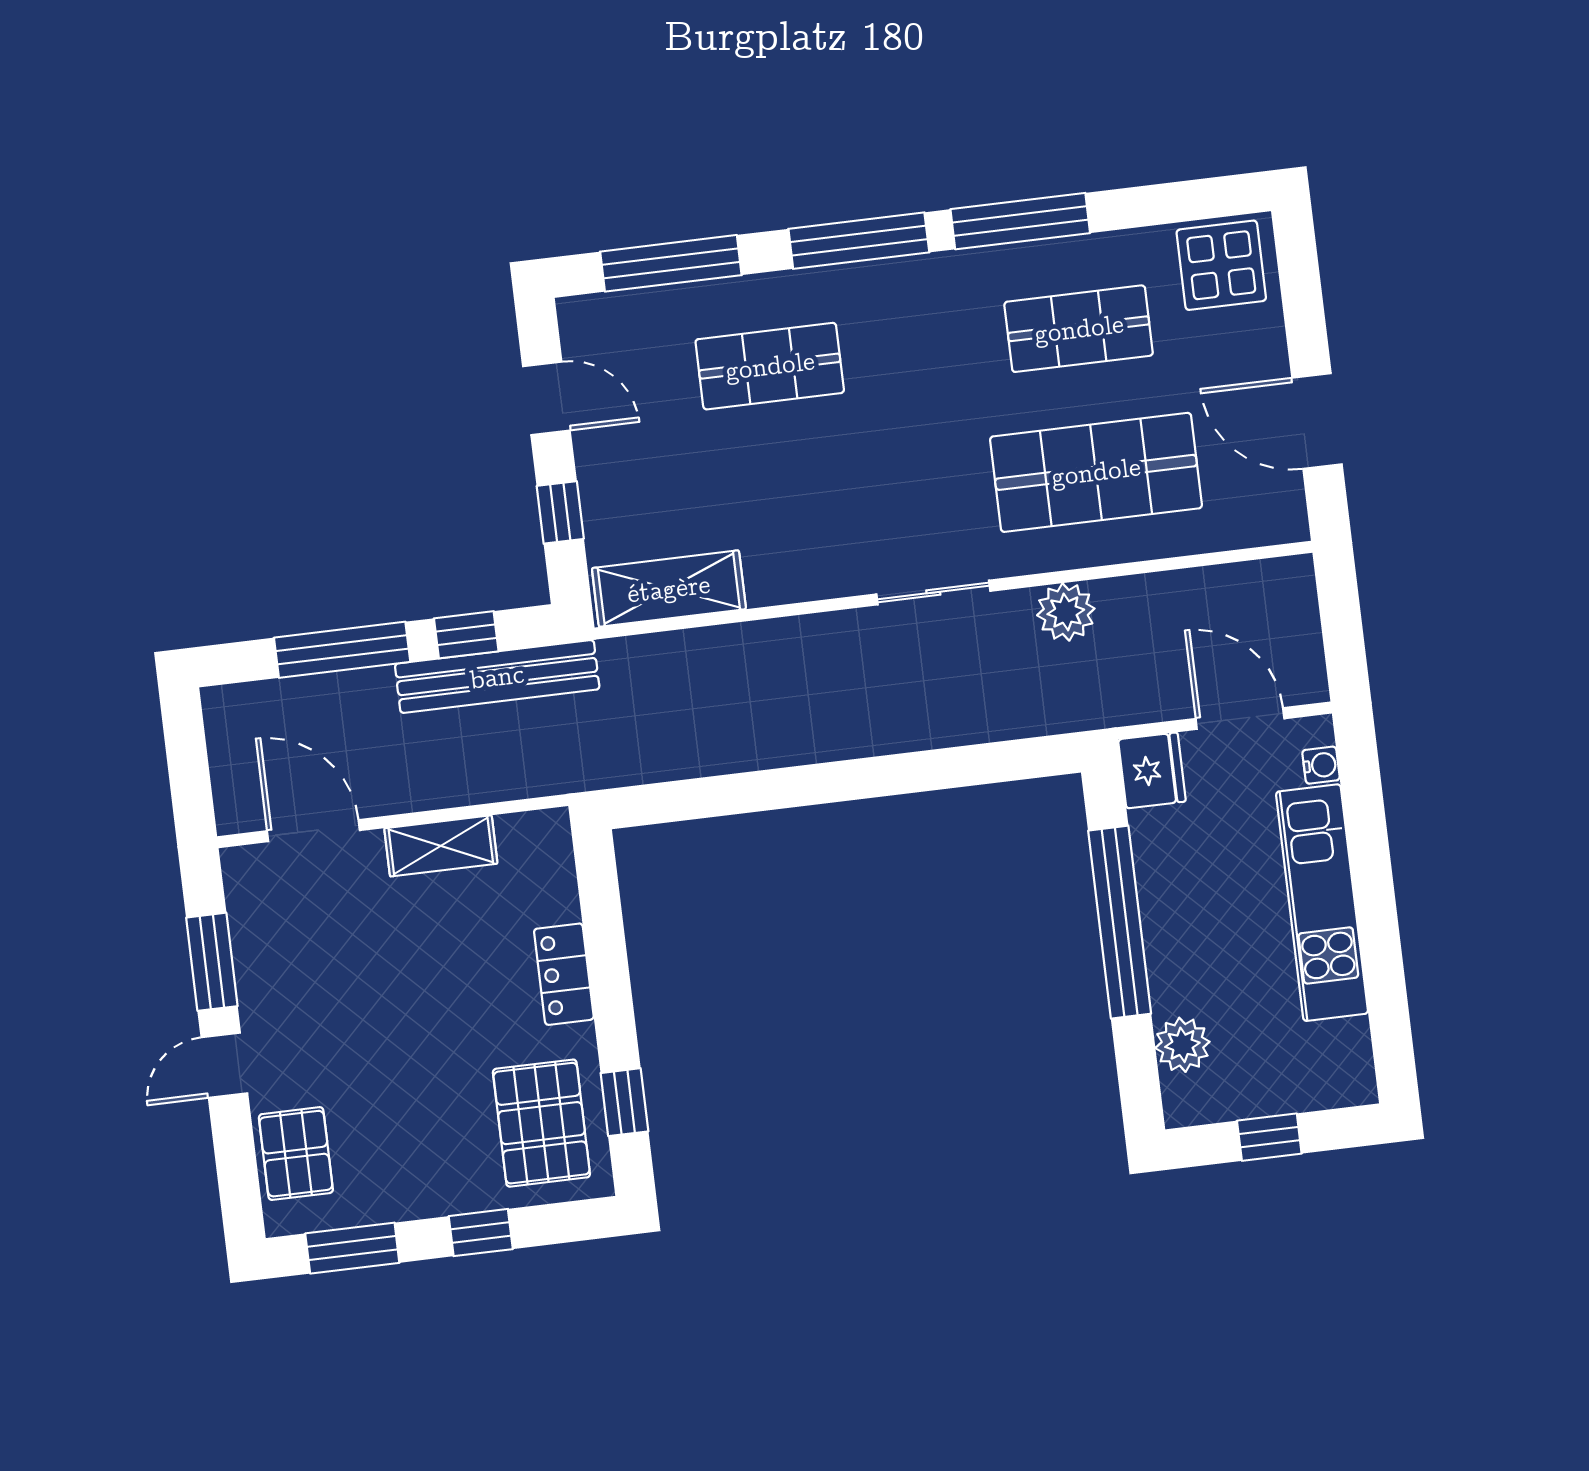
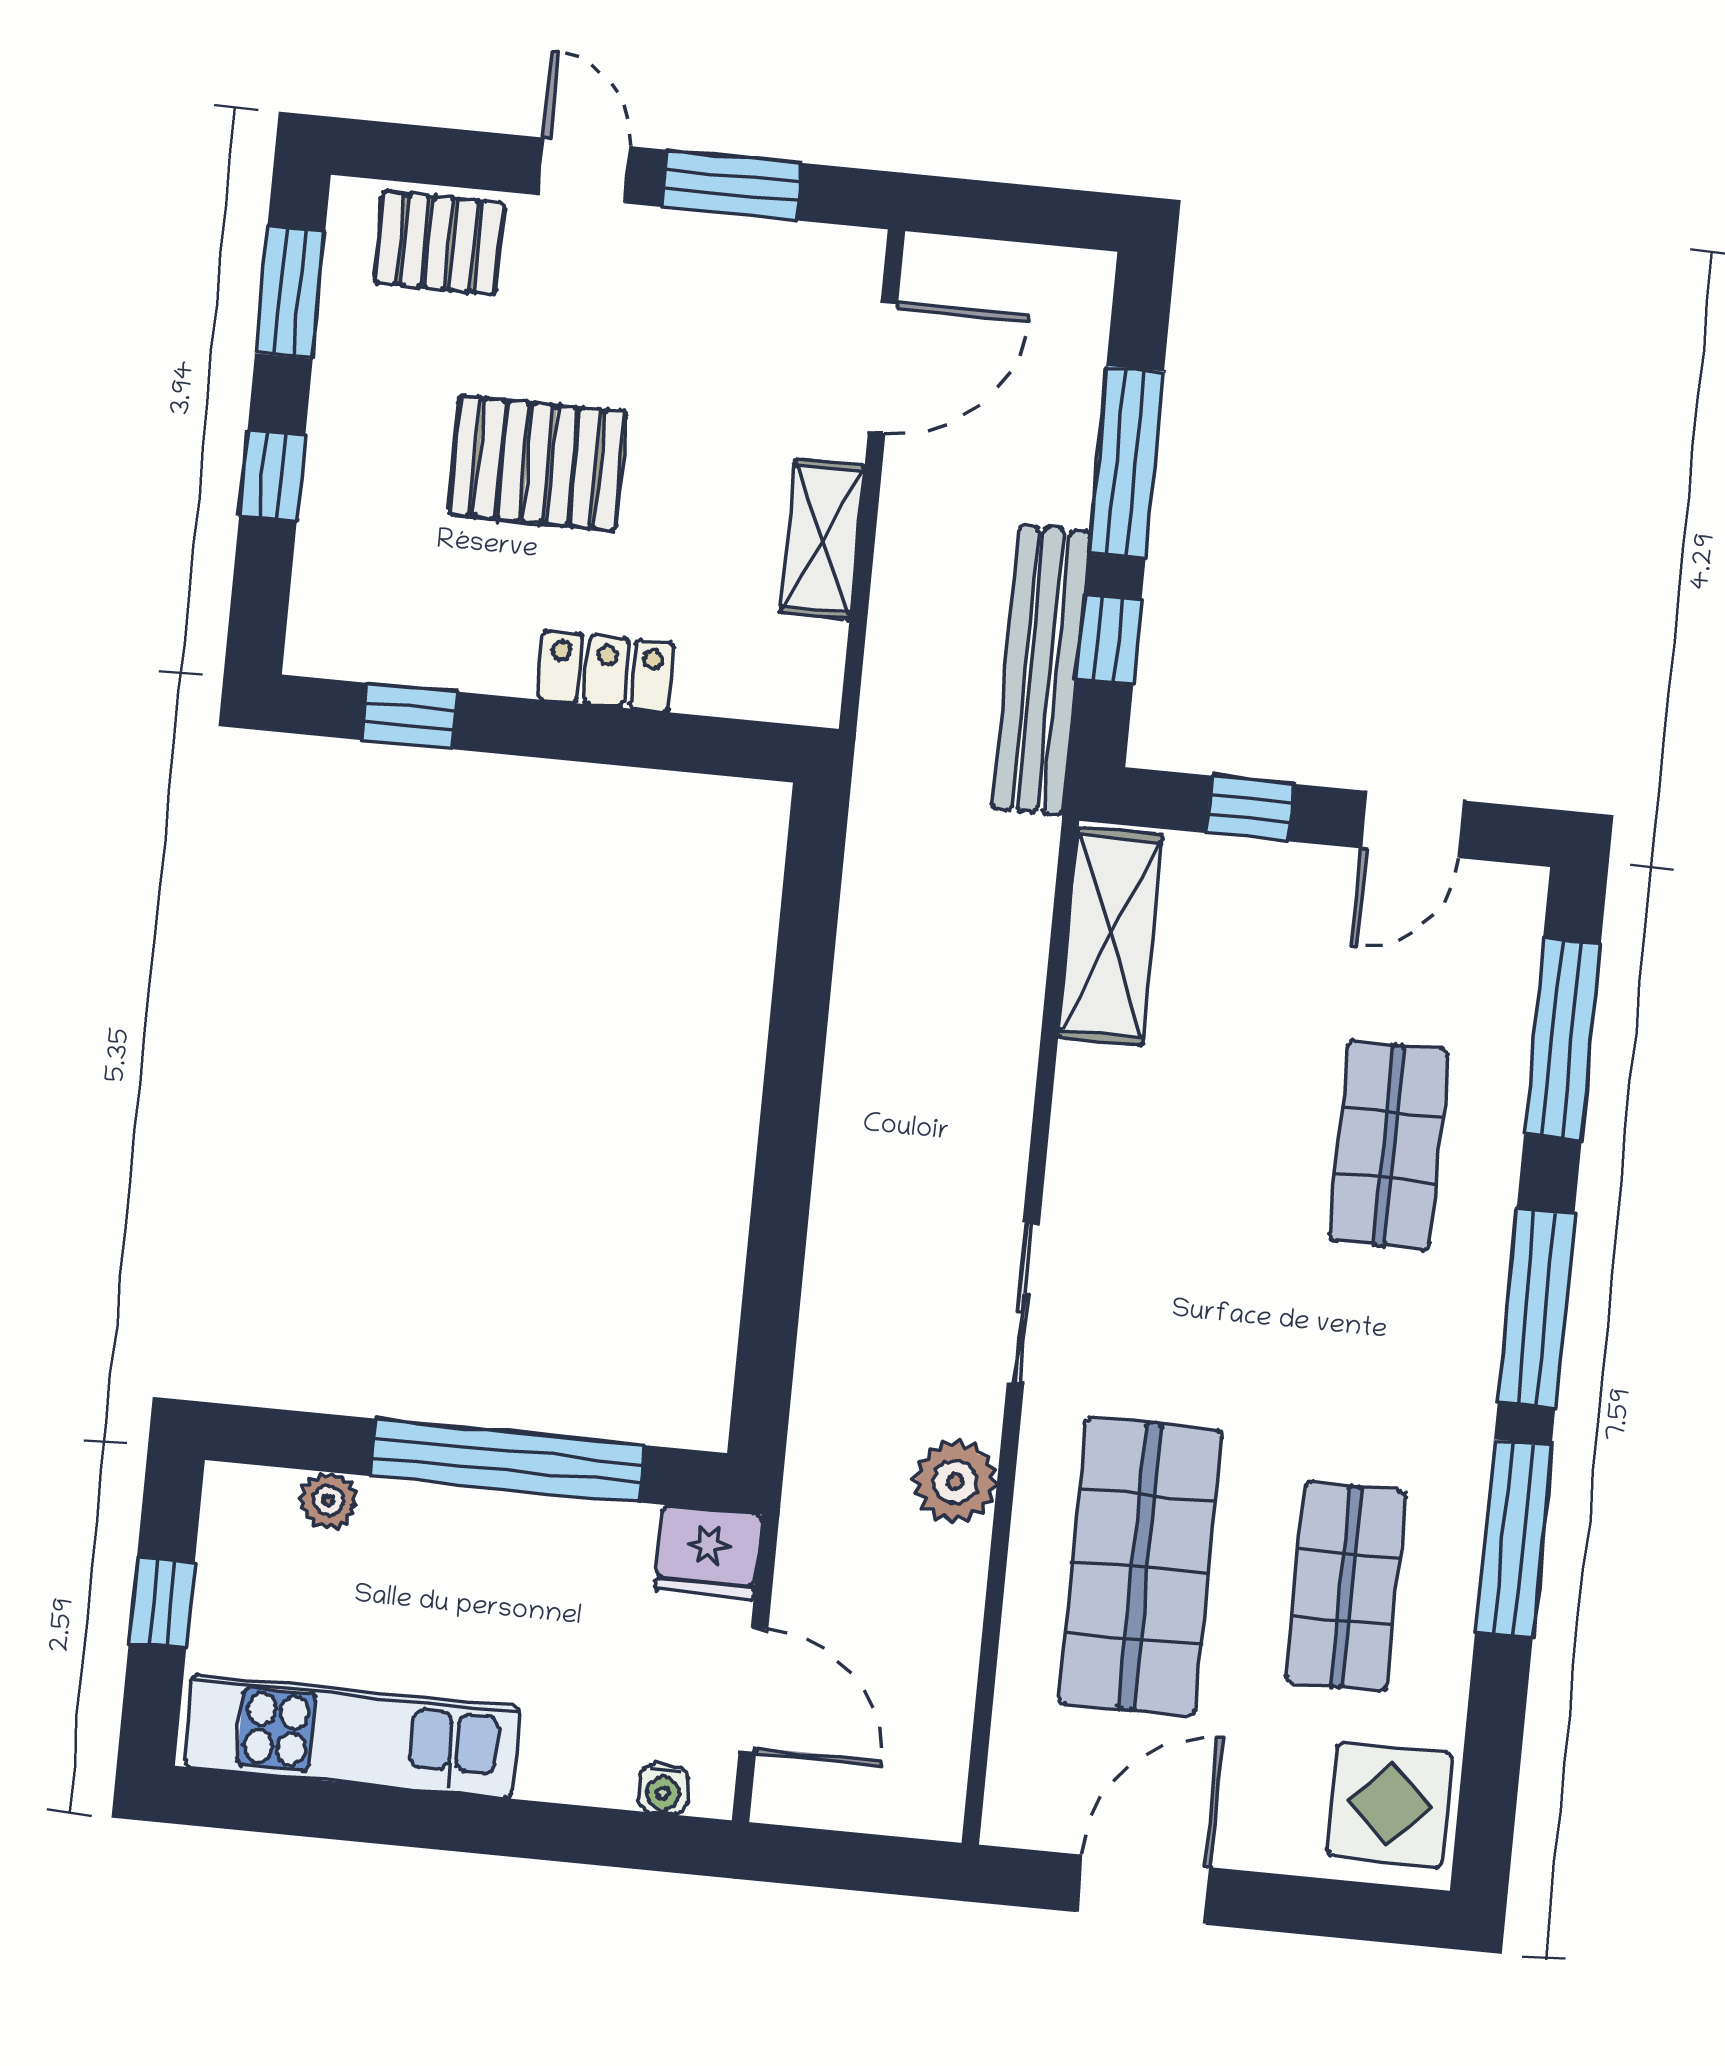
door: (1240, 719) -> (753, 1691), hinge flipped
kitchen unit: (1322, 903) -> (352, 1737), moved
plant: (1182, 1045) -> (329, 1501), width x0.73, depth x0.73
pallet: (541, 1123) -> (537, 463), moved

